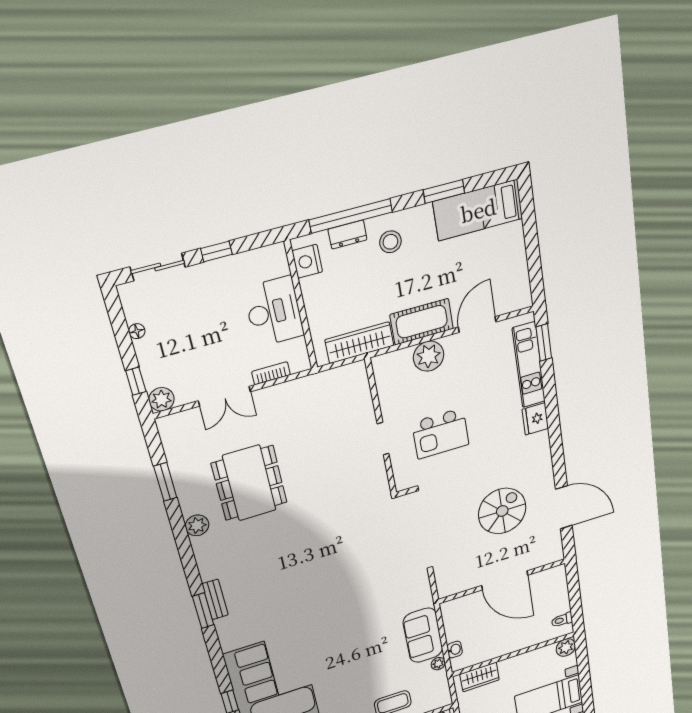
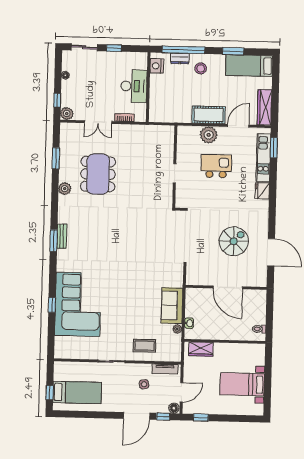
wardrobe: (359, 343) -> (265, 107), moved, turned -90
kitchen island: (440, 433) -> (216, 166), moved, turned 180
plant: (566, 647) -> (259, 350), removed

